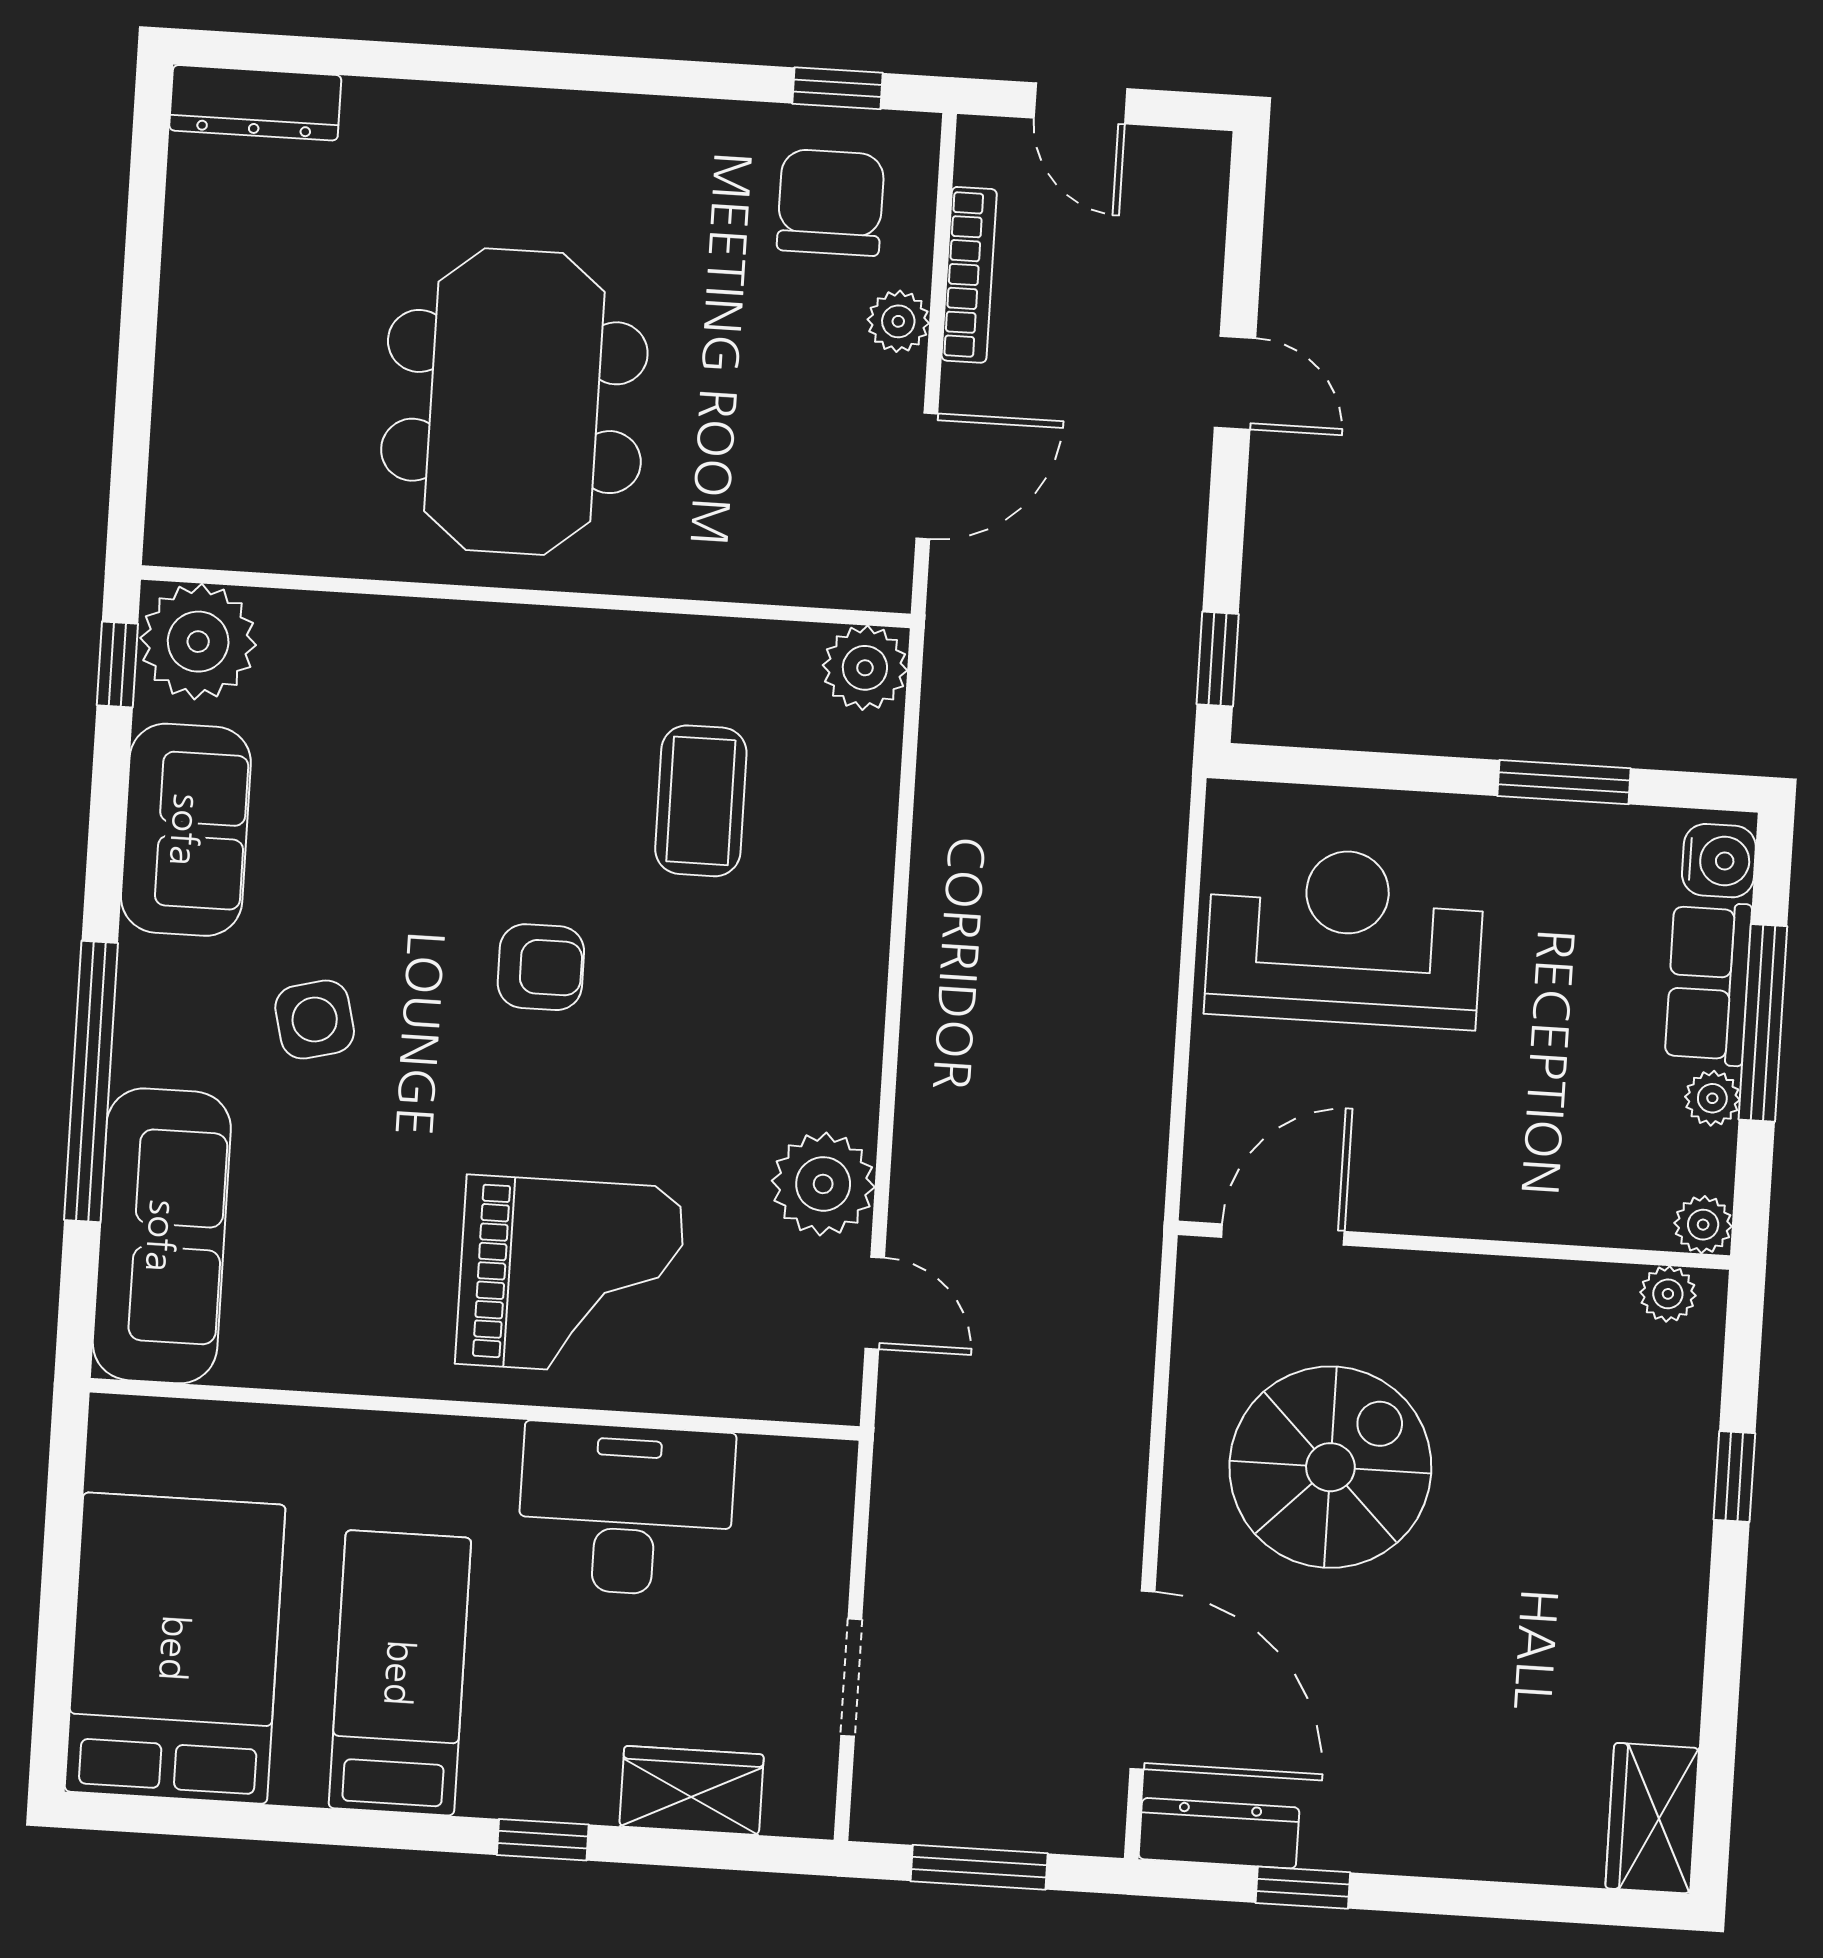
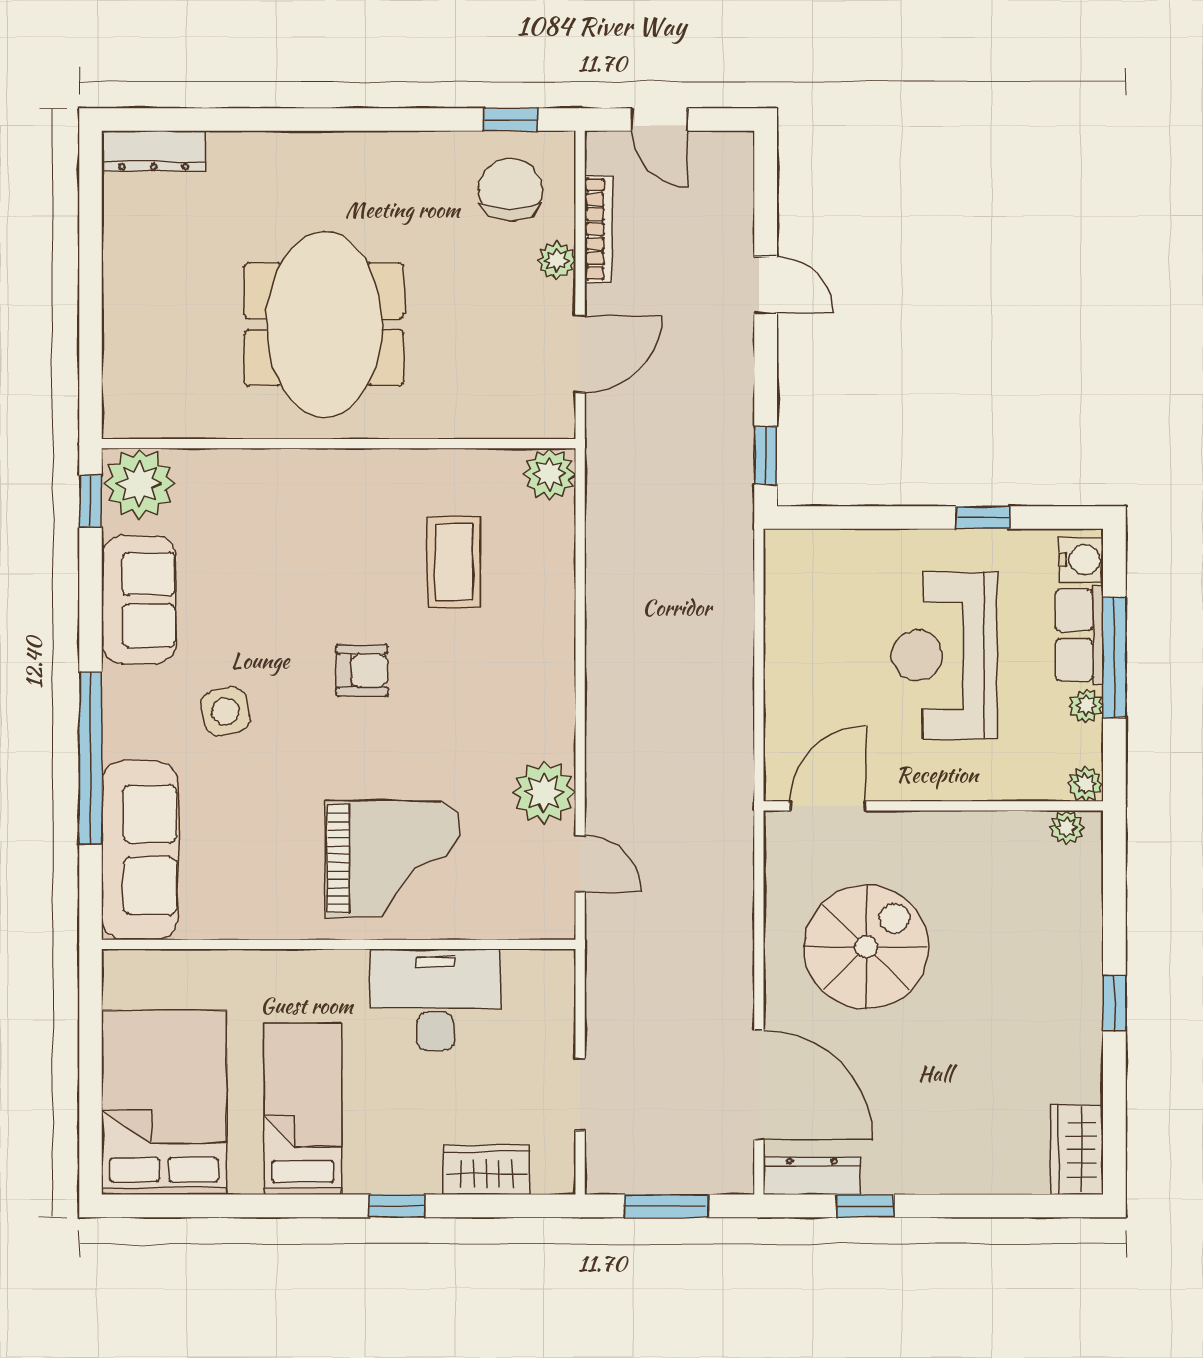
window: (1564, 782) -> (983, 517), width x0.67
reception desk: (1345, 937) -> (944, 656), moved, turned -90
window: (1734, 1476) -> (1114, 1003), moved

